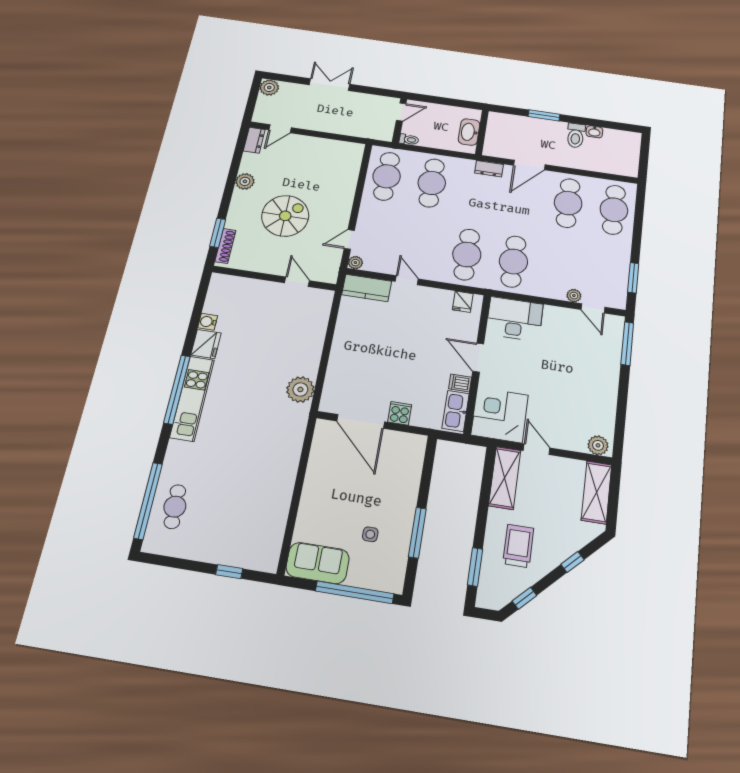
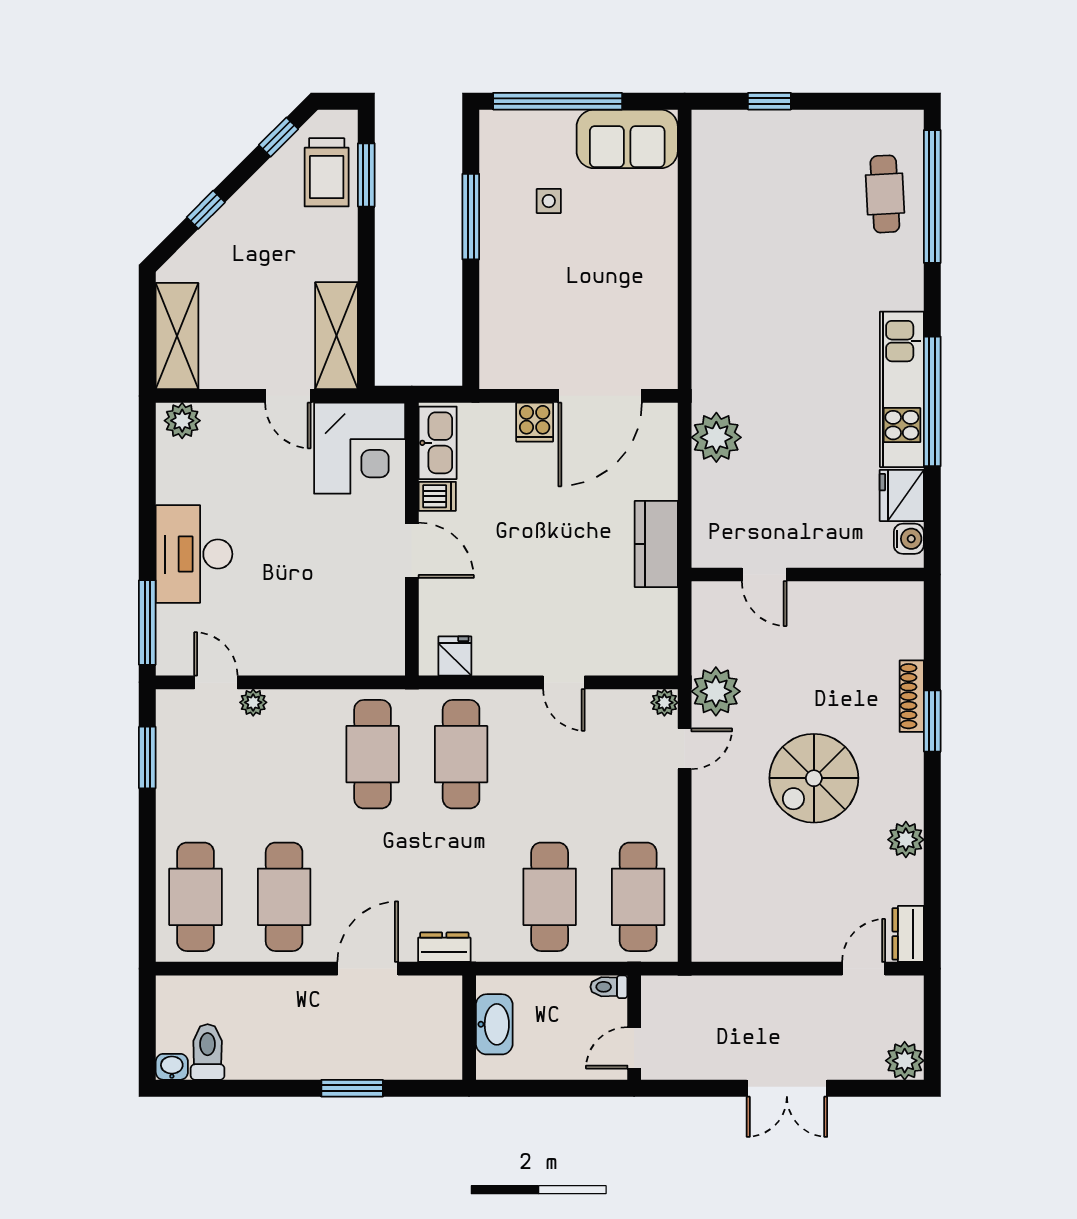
washbasin: (594, 132) -> (172, 1067), moved
toilet: (576, 135) -> (208, 1052), moved
plant: (327, 264) -> (716, 691), added
wall: (274, 278) -> (808, 575), moved
door: (297, 282) -> (764, 575), moved
kitchen counter: (367, 288) -> (656, 544), moved, turned -90
desk: (515, 319) -> (194, 554), moved, turned 90
door: (361, 421) -> (600, 396), swing flipped
trolley: (518, 546) -> (327, 172), moved

